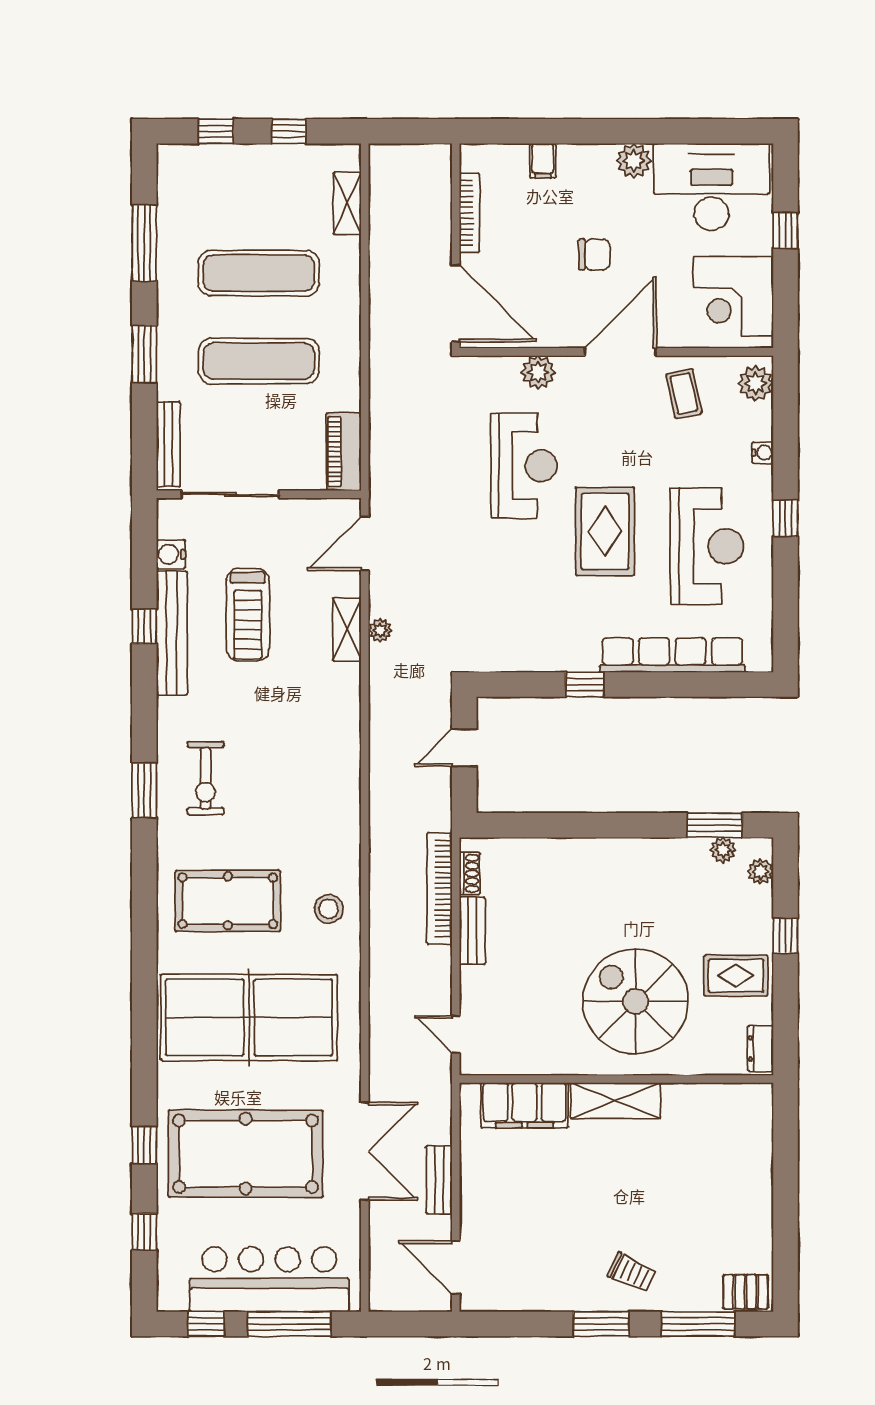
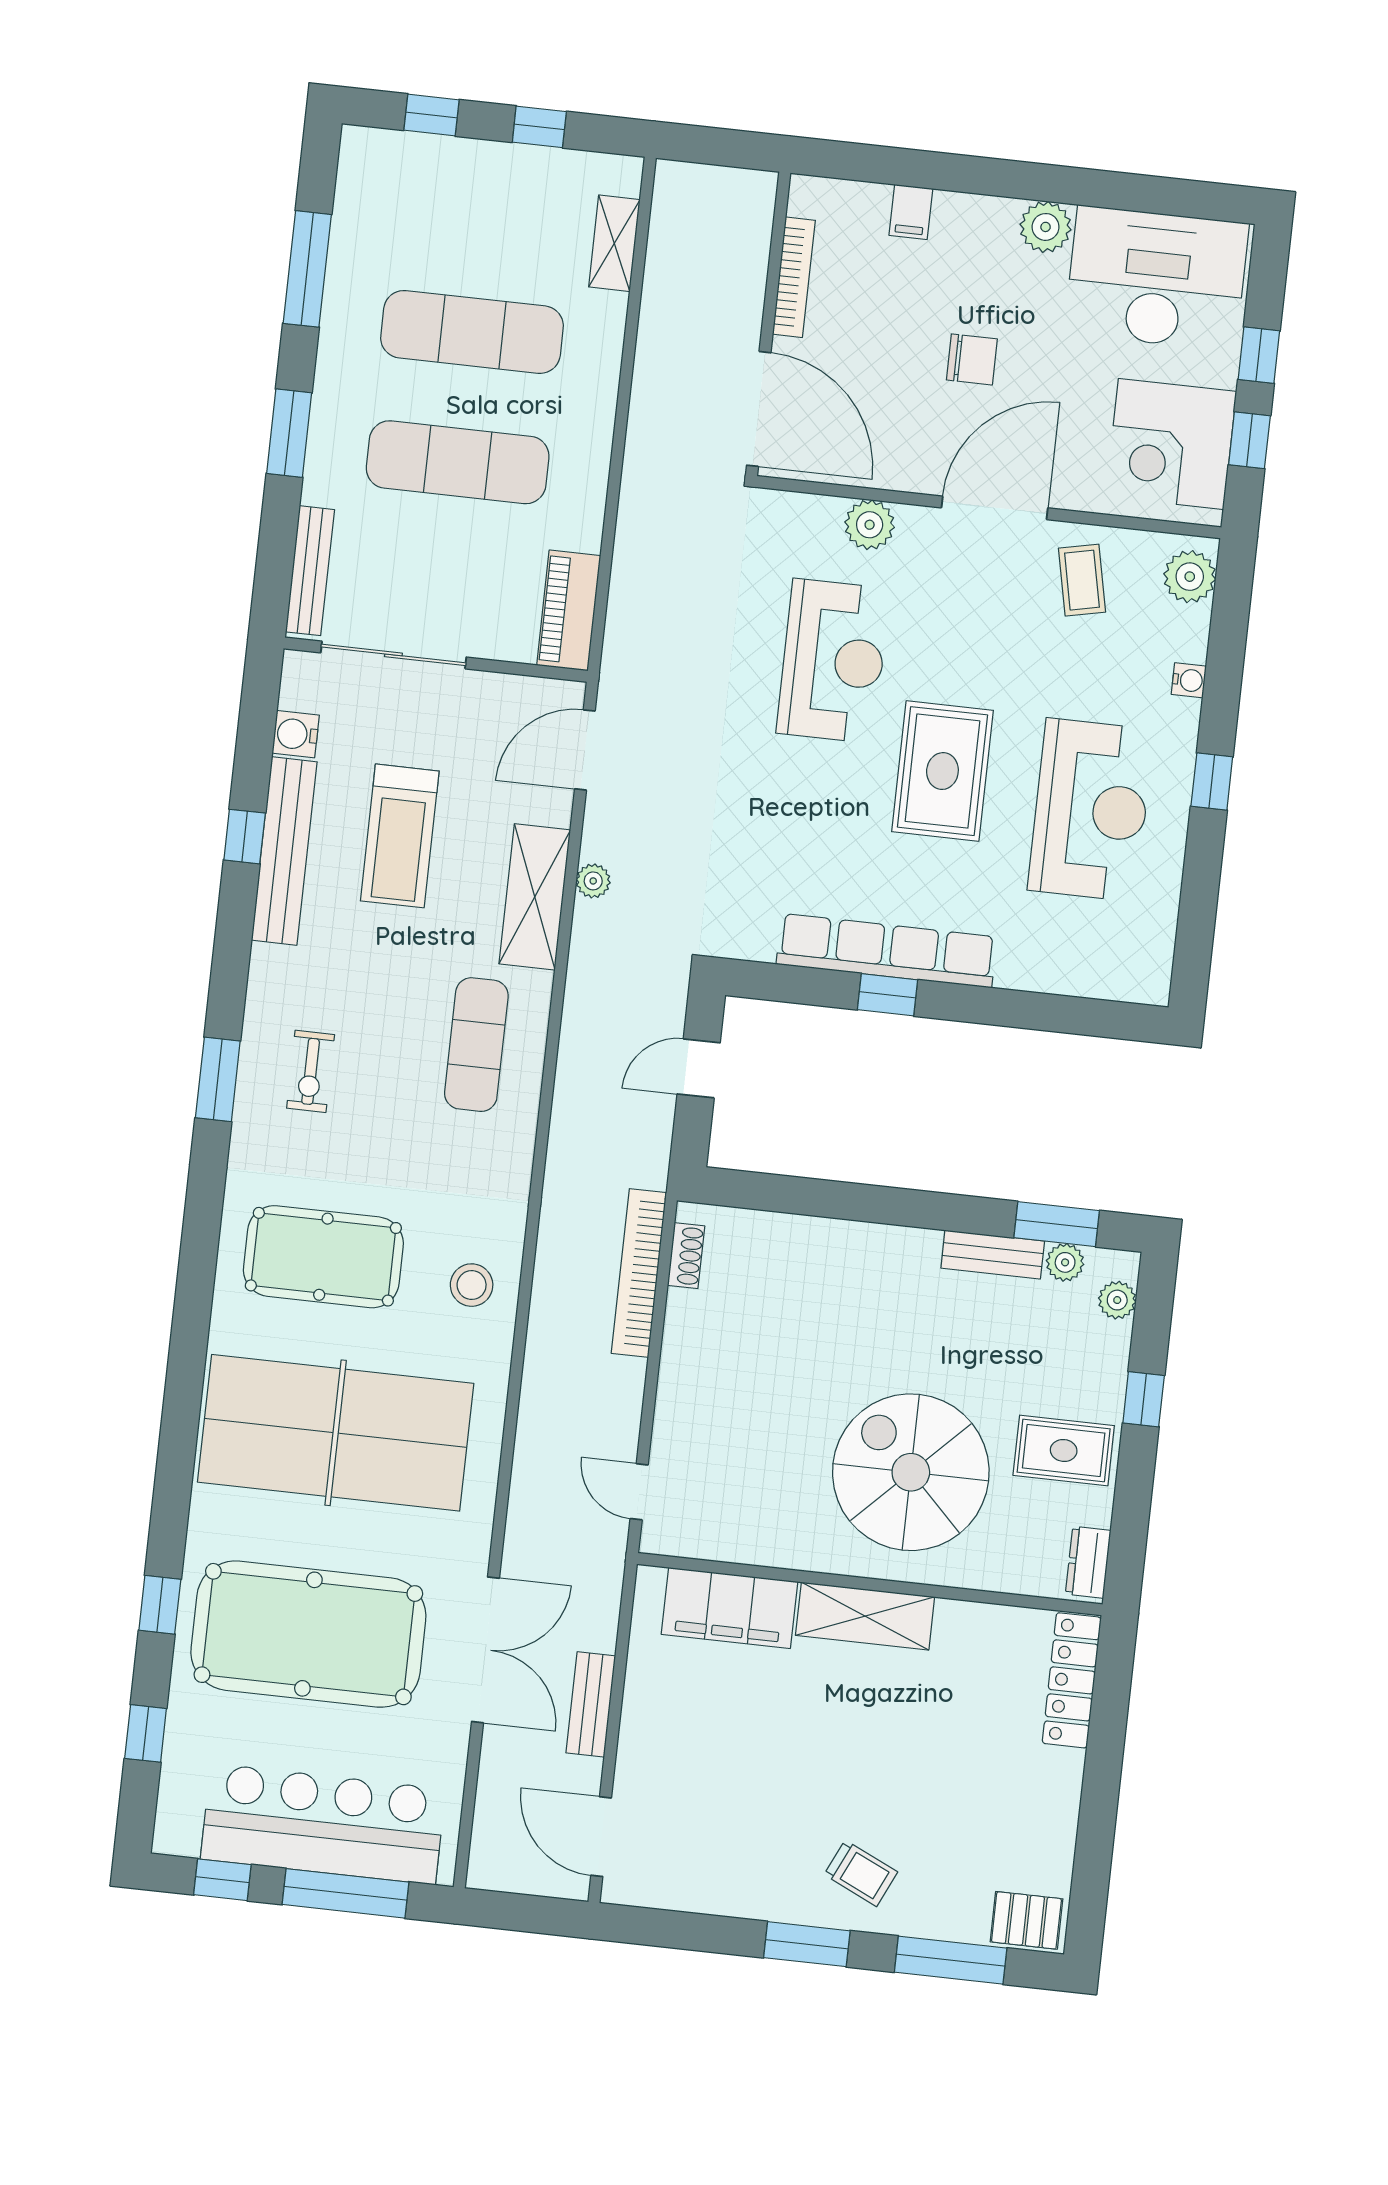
window: (785, 288) -> (1249, 440), added
shelving: (347, 630) -> (535, 897), width x1.50, depth x1.33
row of seats: (672, 655) -> (887, 951), moved
exercise mat: (314, 748) -> (476, 1045), added
exercise bike: (206, 778) -> (311, 1071), width x0.73, depth x0.72
bench: (472, 931) -> (993, 1255), moved, turned 90
locker: (758, 1128) -> (1072, 1680), added

